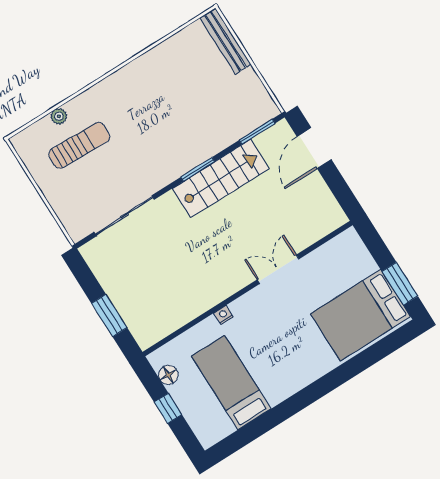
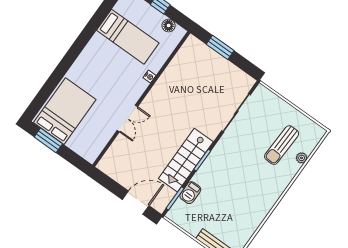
barbecue: (233, 131) -> (190, 193), added
door: (314, 148) -> (136, 203), hinge flipped

